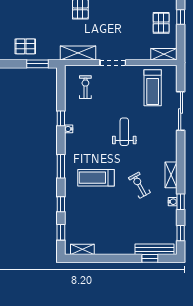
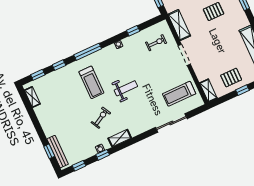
window: (61, 118) -> (133, 31), moved
weight bench: (124, 132) -> (126, 88), moved
window: (61, 166) -> (88, 52), width x1.44
treadmill: (96, 178) -> (91, 82), turned 180

